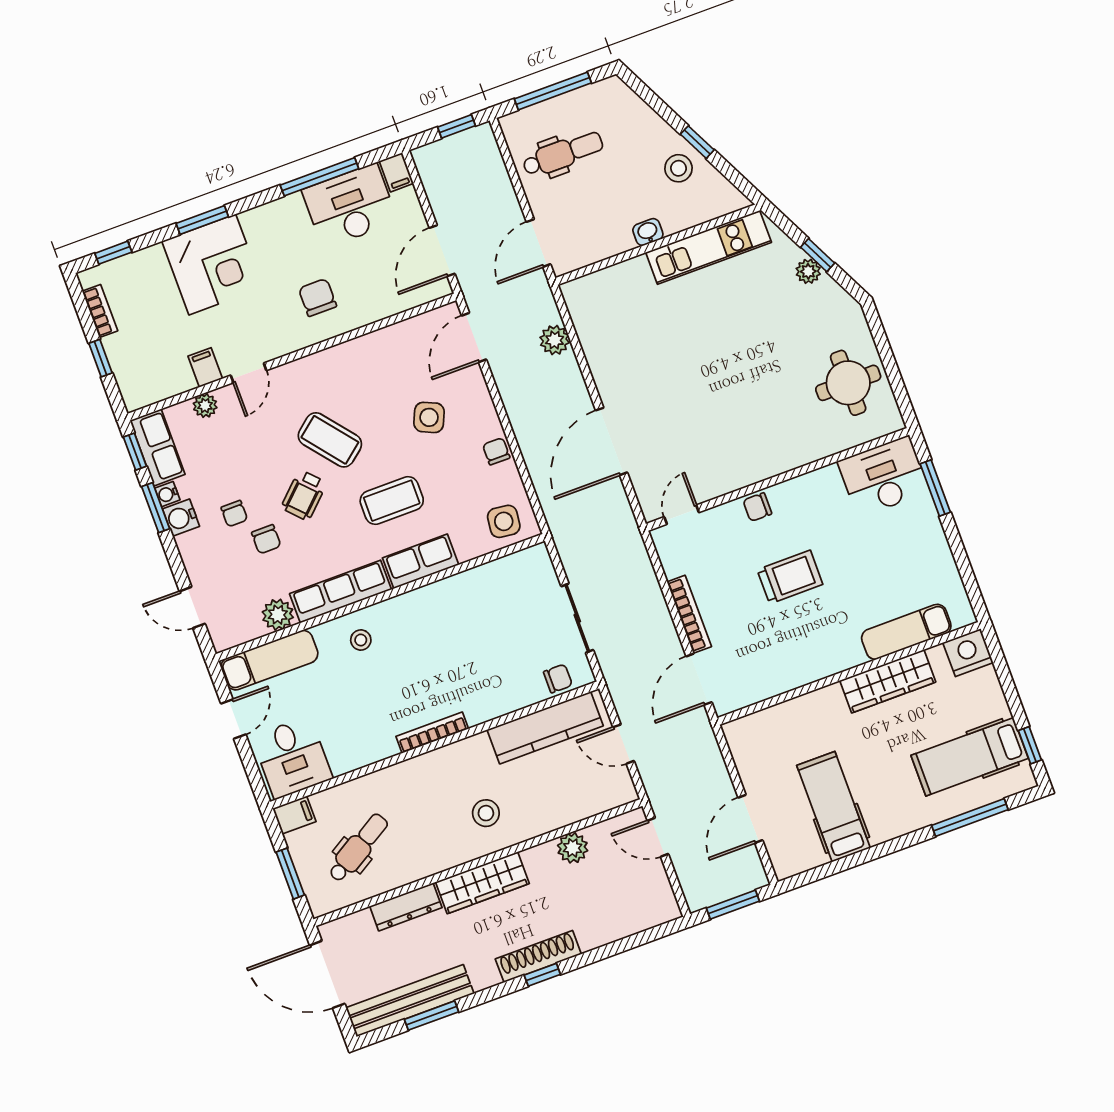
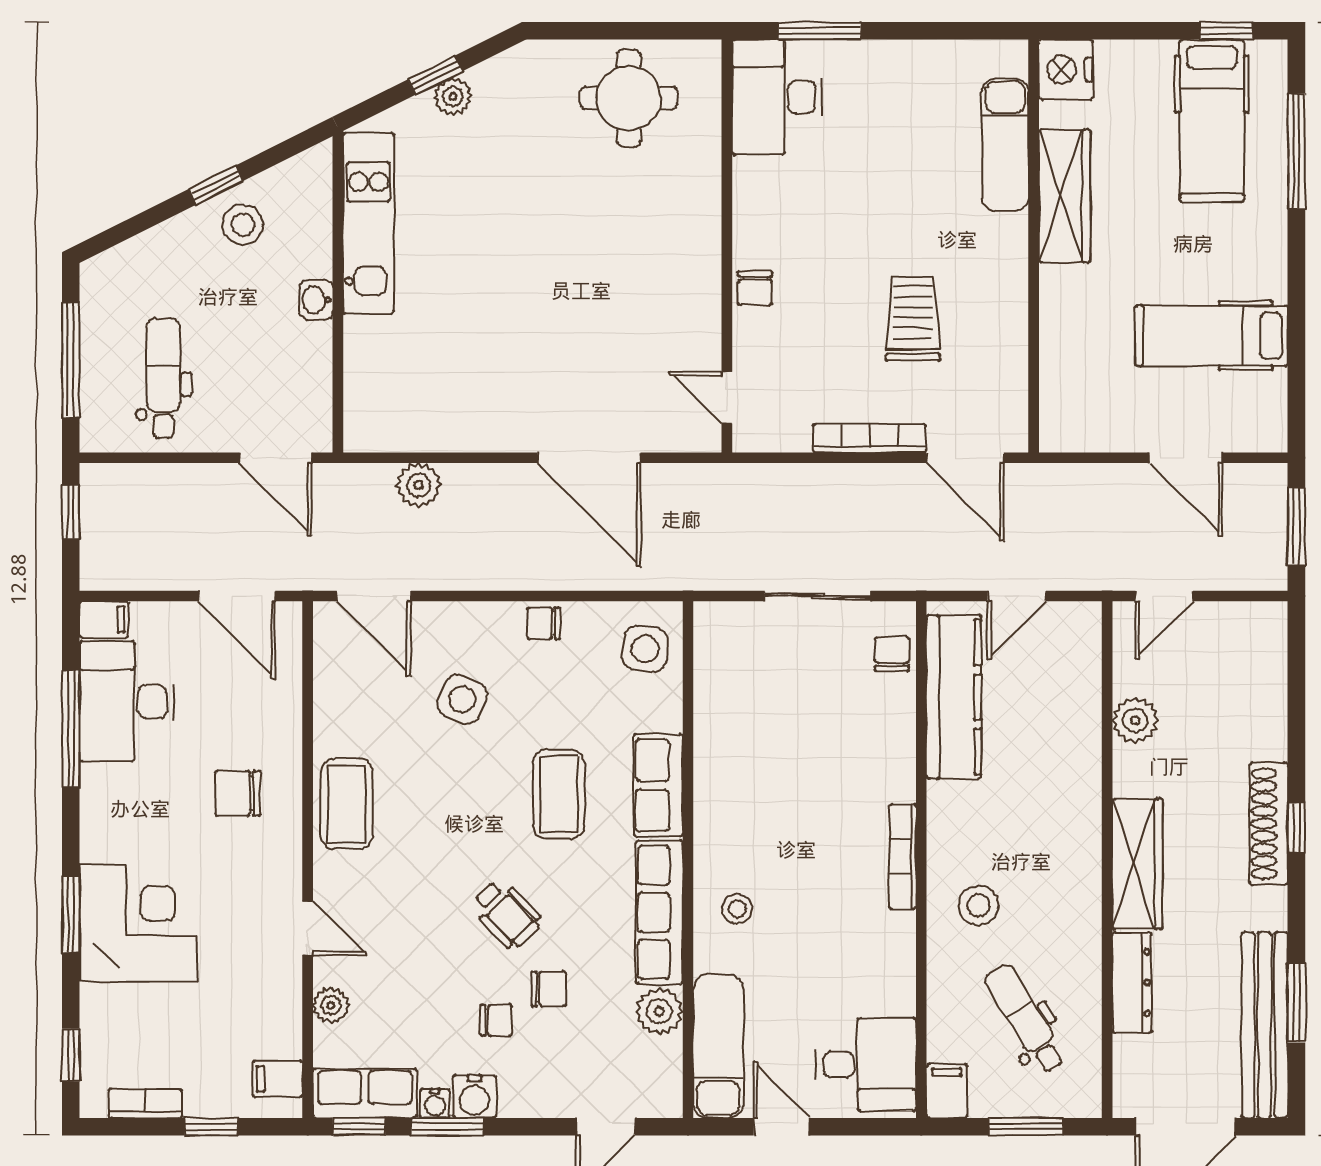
filing cabinet: (205, 367) -> (278, 1079), moved
coffee table: (330, 440) -> (347, 804), moved, turned -51
trolley: (790, 577) -> (913, 318), moved
stool: (486, 813) -> (979, 906), moved

